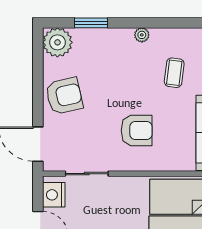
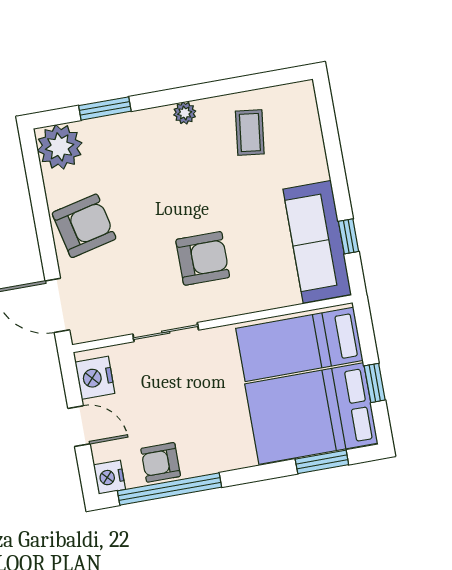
coffee table: (174, 73) -> (250, 133), moved
sliding door: (87, 174) -> (166, 332), moved

